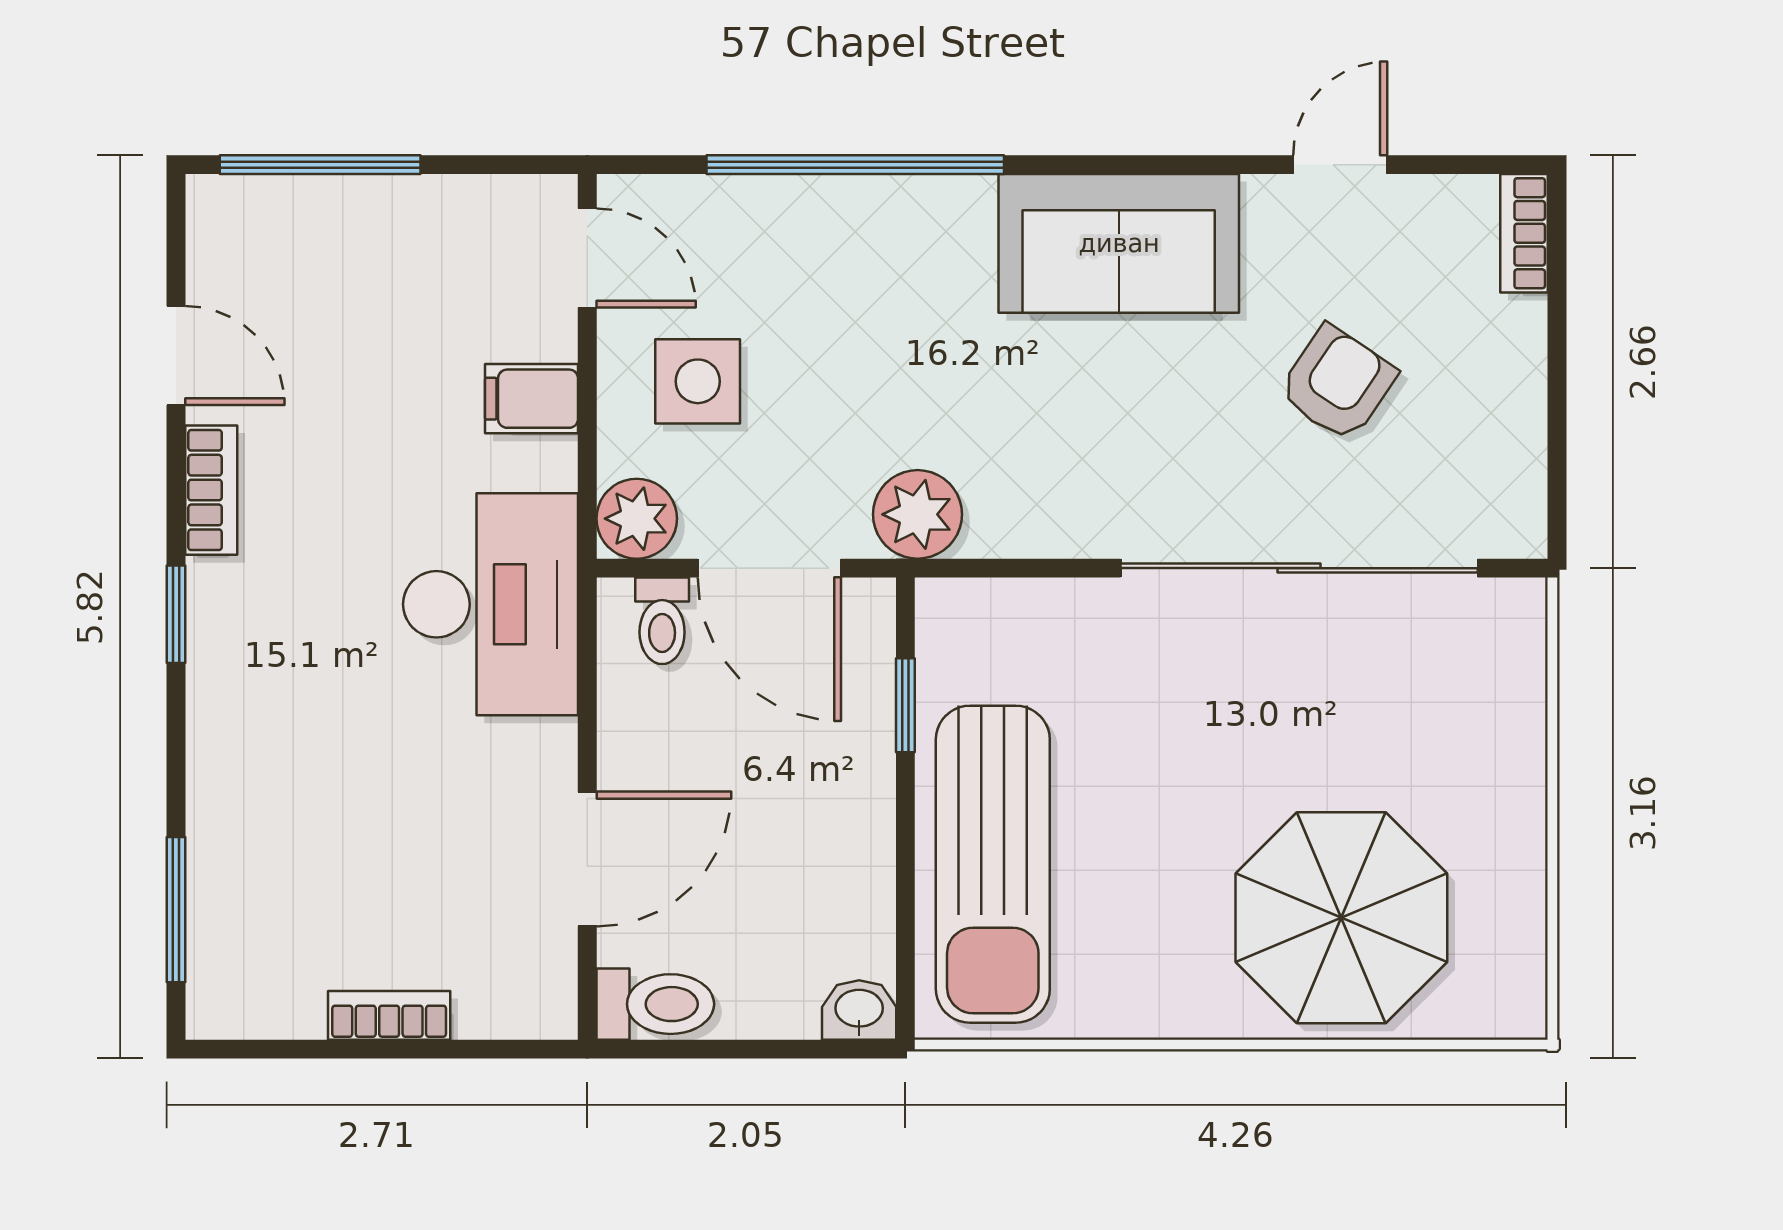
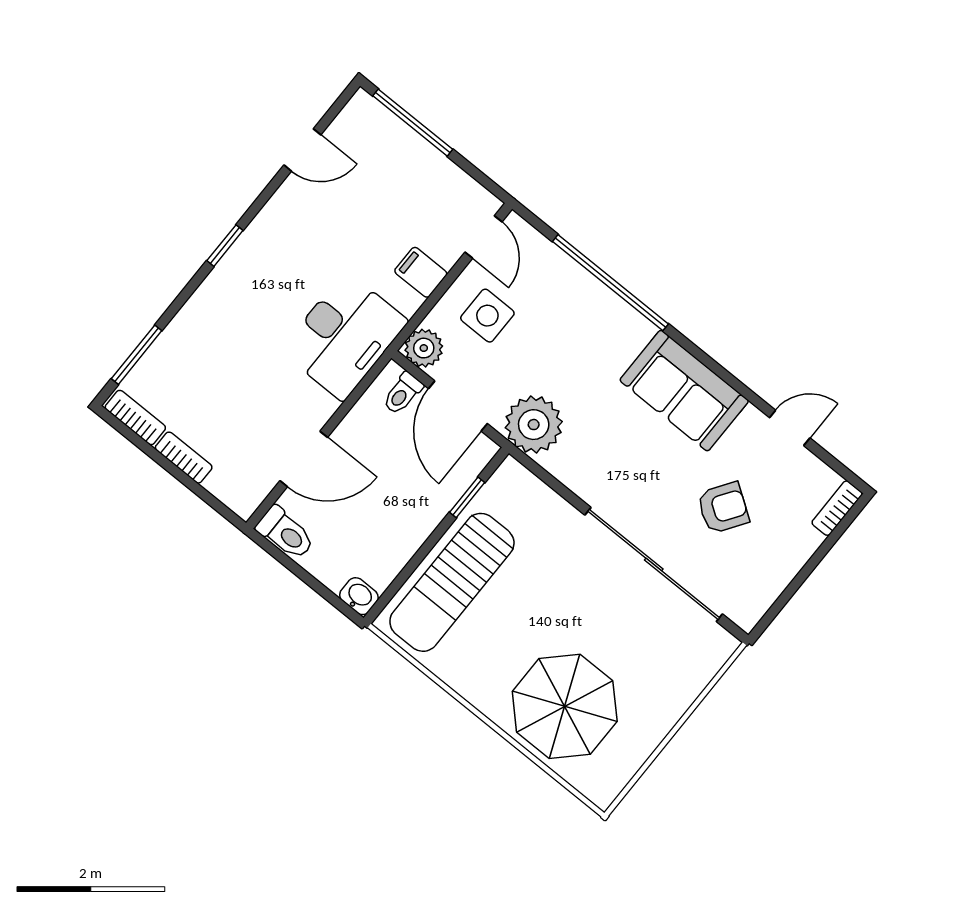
door: (176, 356) -> (302, 150), hinge flipped
bookcase: (211, 490) -> (135, 417), moved, turned -90
plant: (918, 514) -> (534, 425), width x1.36, depth x1.36

